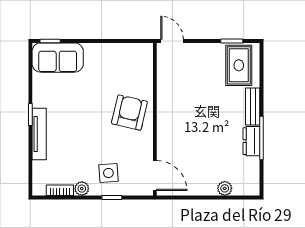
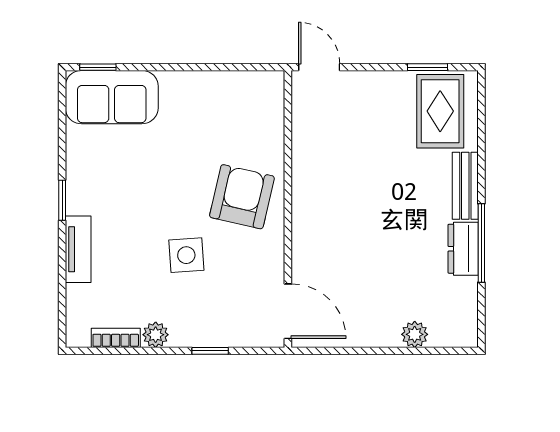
tv unit: (39, 134) -> (78, 249), width x0.71
side table: (108, 173) -> (186, 255), moved

